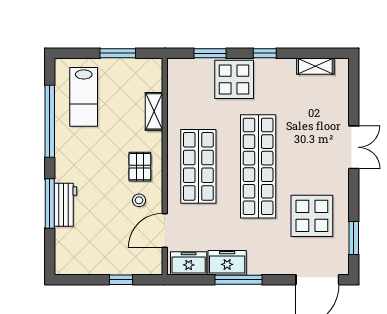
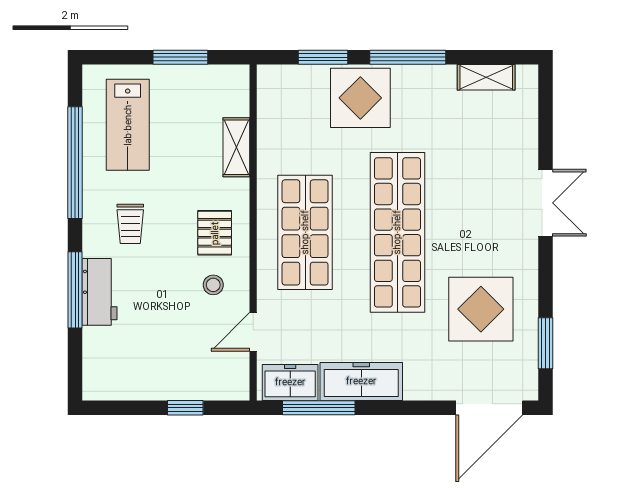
window: (265, 53) -> (408, 57), width x2.17
trolley: (85, 161) -> (130, 224), added
door: (165, 231) -> (253, 332), width x0.73
freezer: (227, 263) -> (361, 381), width x1.40
window: (238, 280) -> (319, 408), moved

